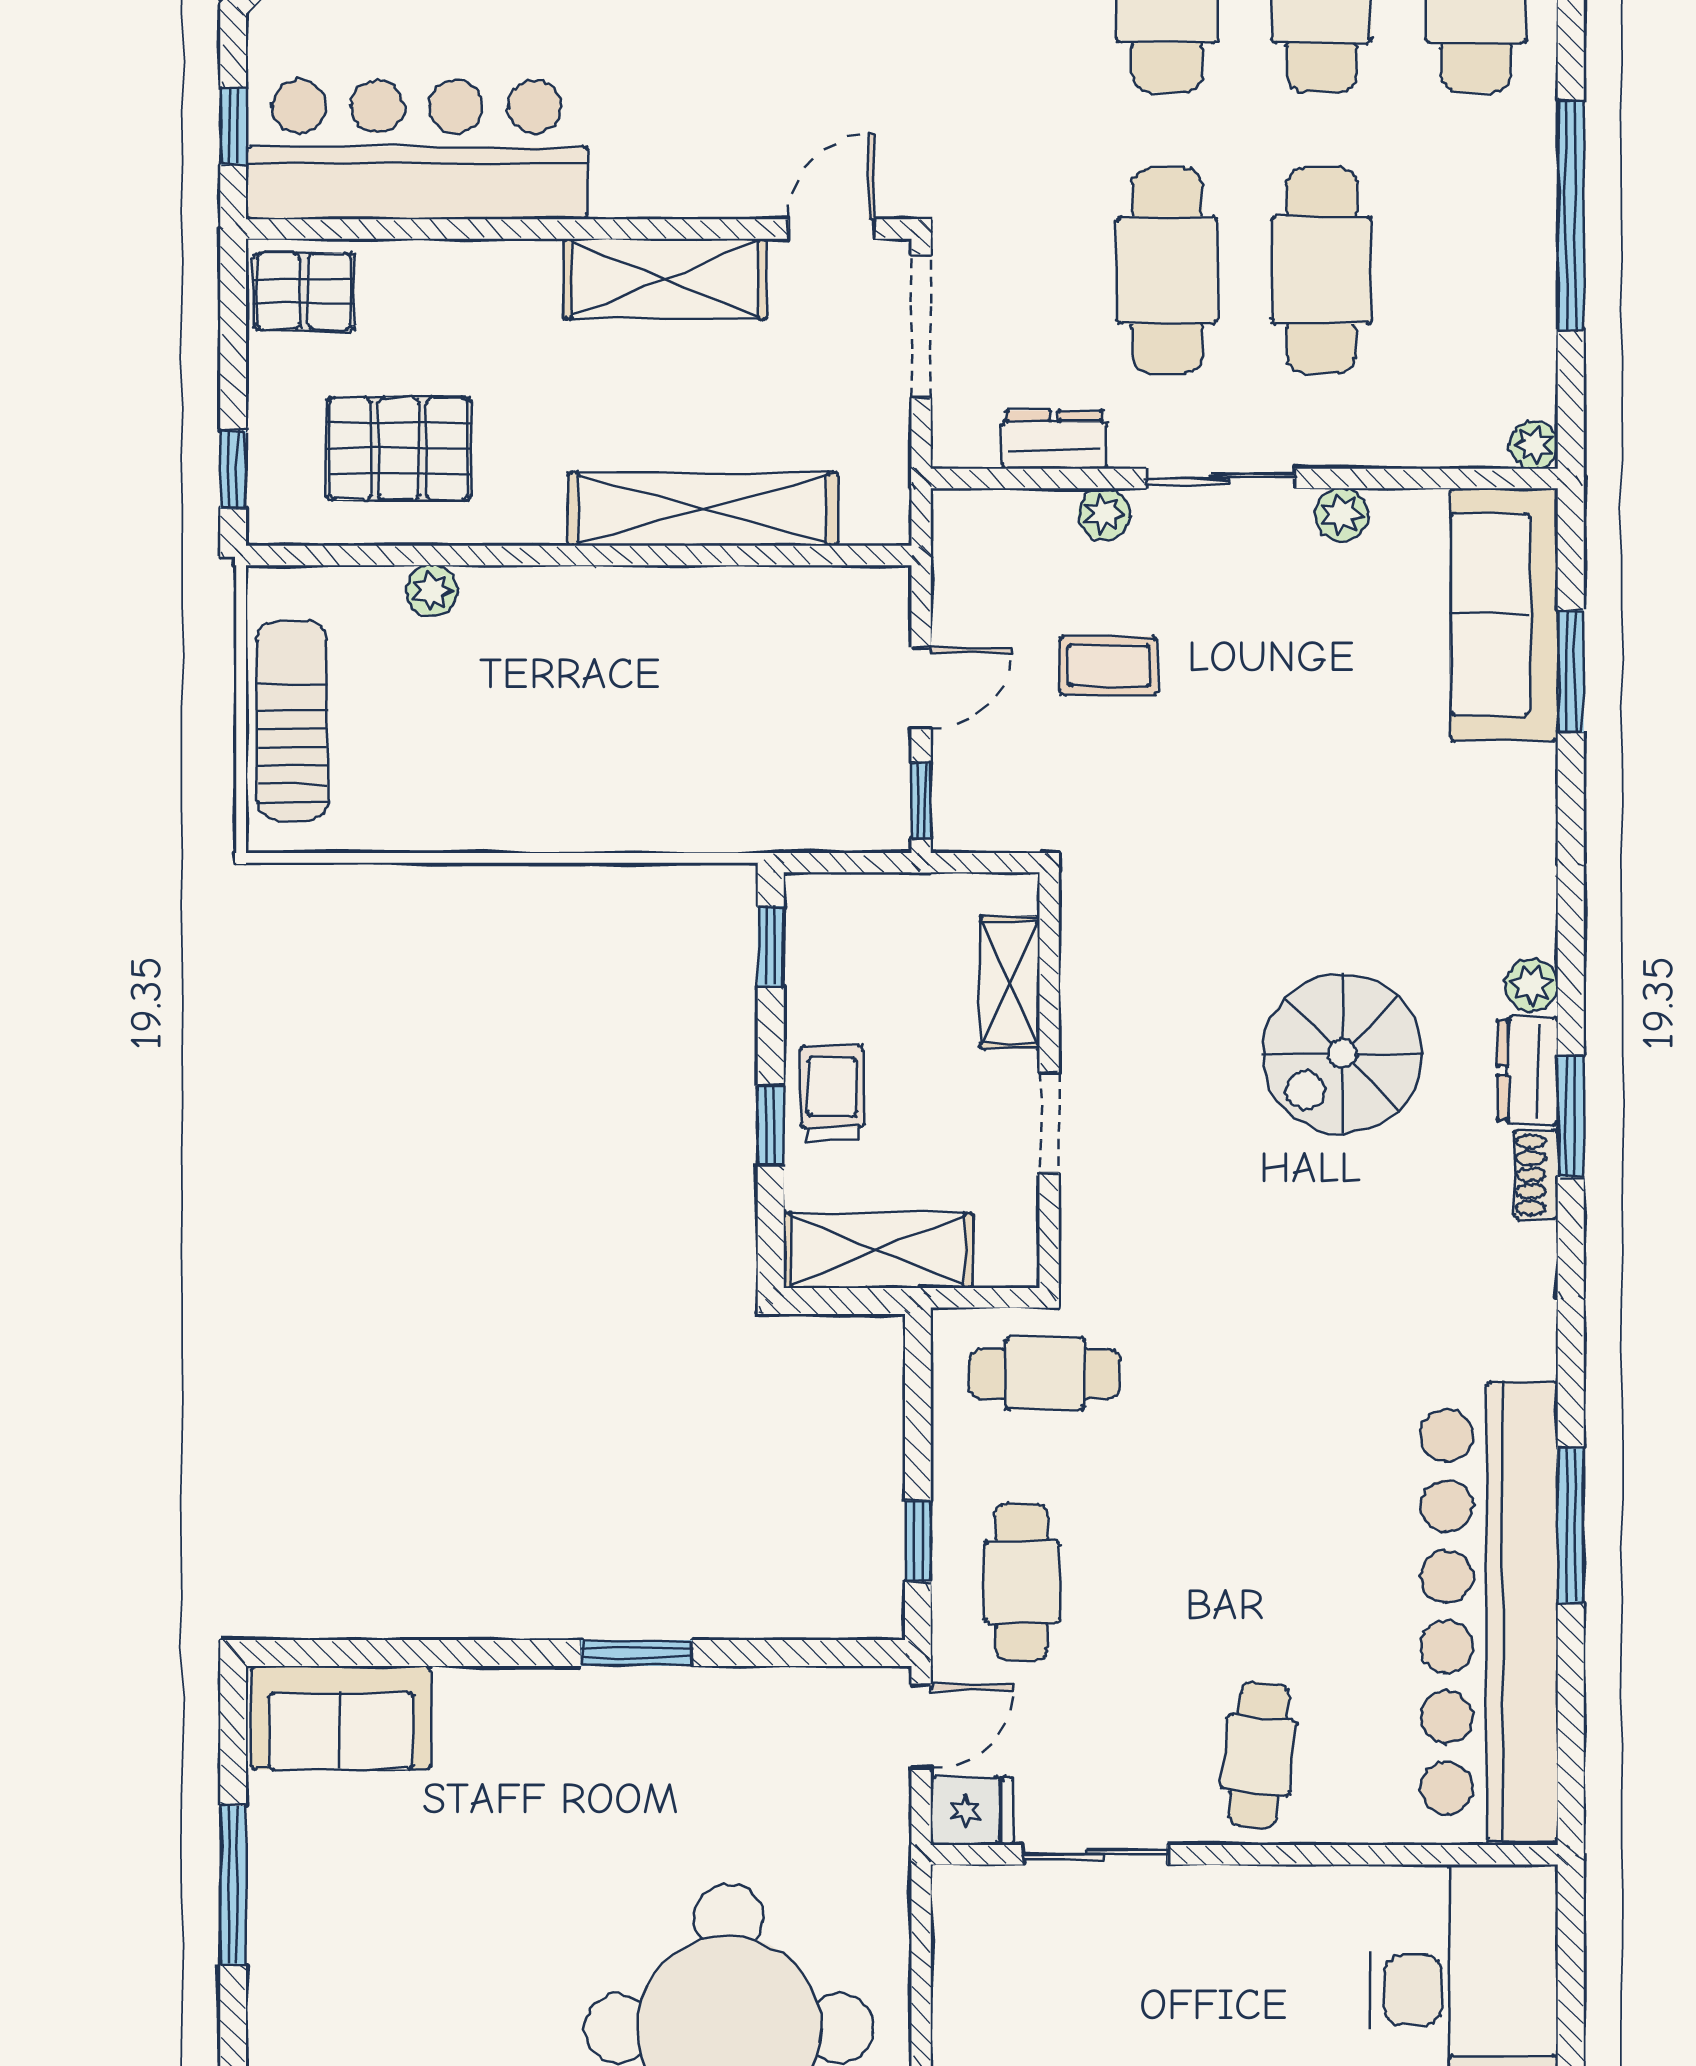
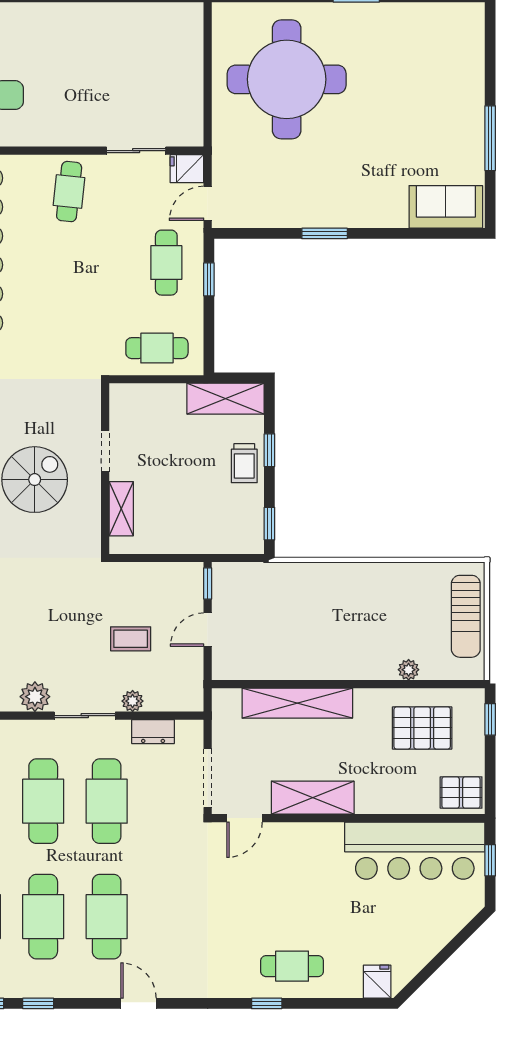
plant: (1342, 515) -> (35, 697), width x1.38, depth x1.38
shelving: (1010, 982) -> (121, 509), moved
wall: (1049, 1080) -> (105, 469), moved
doorway: (1049, 1123) -> (105, 451), moved

